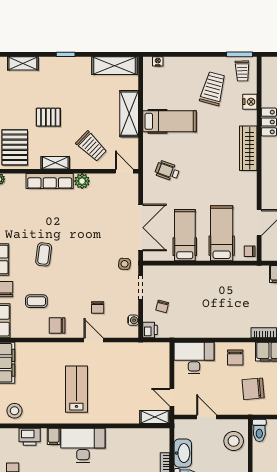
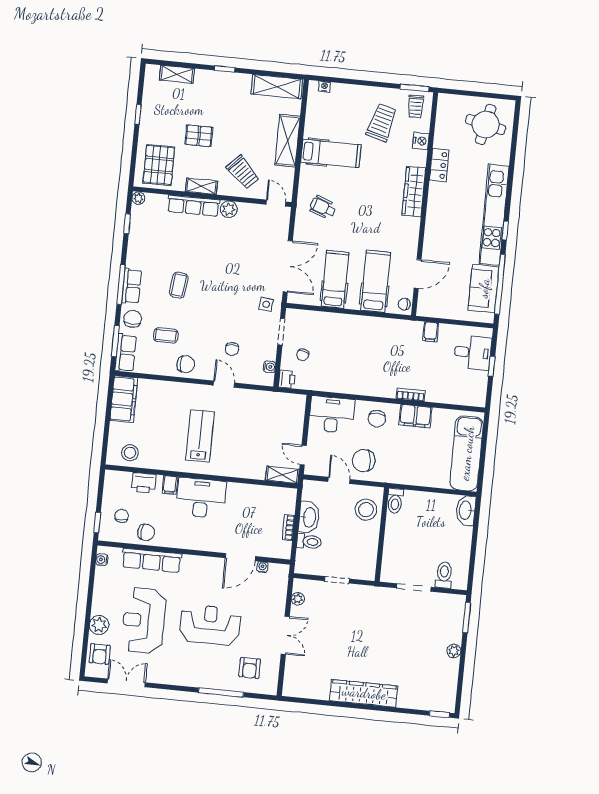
chair: (57, 325) -> (186, 364), turned 180
chair: (253, 389) -> (364, 461), moved

